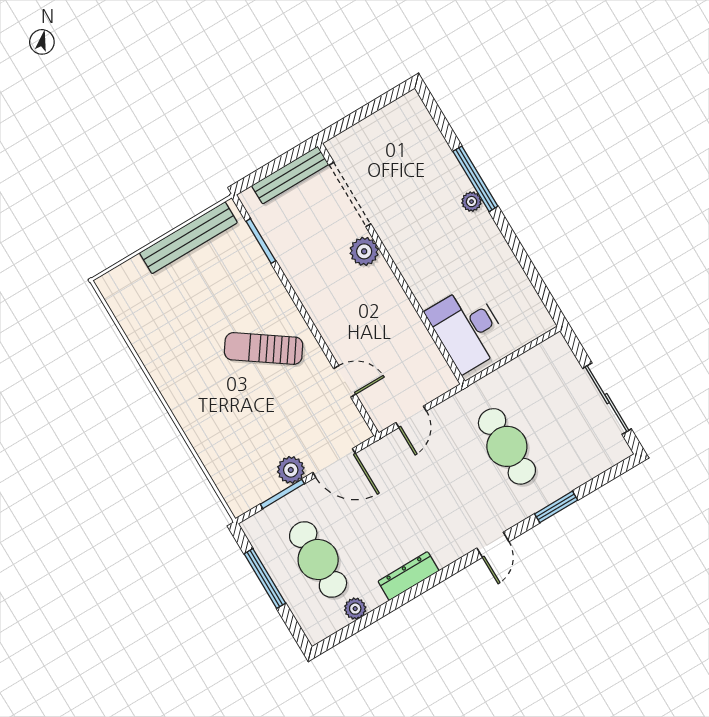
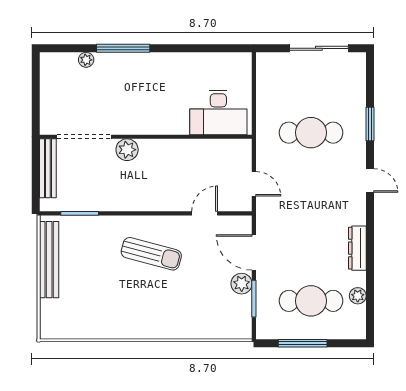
plant: (472, 202) -> (86, 60), moved
sun lounger: (264, 348) -> (151, 254), turned -110
door: (334, 463) -> (254, 252), swing flipped

